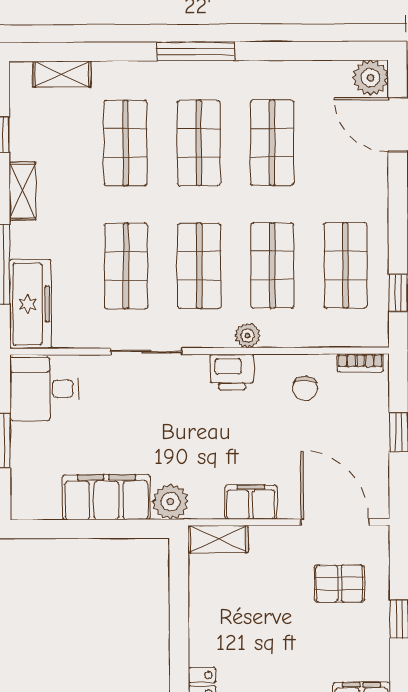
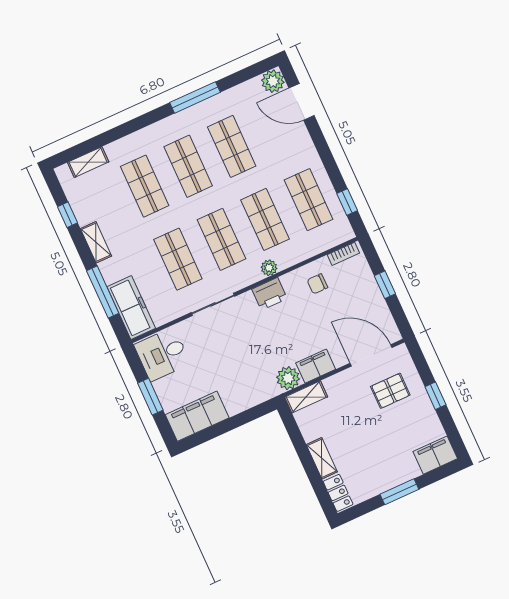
window: (196, 51) -> (195, 97), moved
chair: (305, 388) -> (317, 284), turned 90
filing cabinet: (106, 497) -> (197, 416), moved
plant: (170, 502) -> (288, 378), moved
shelving: (201, 634) -> (322, 458), added

